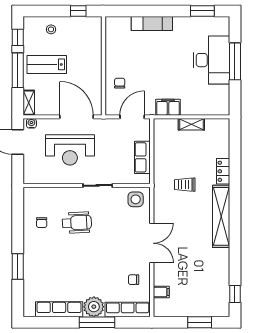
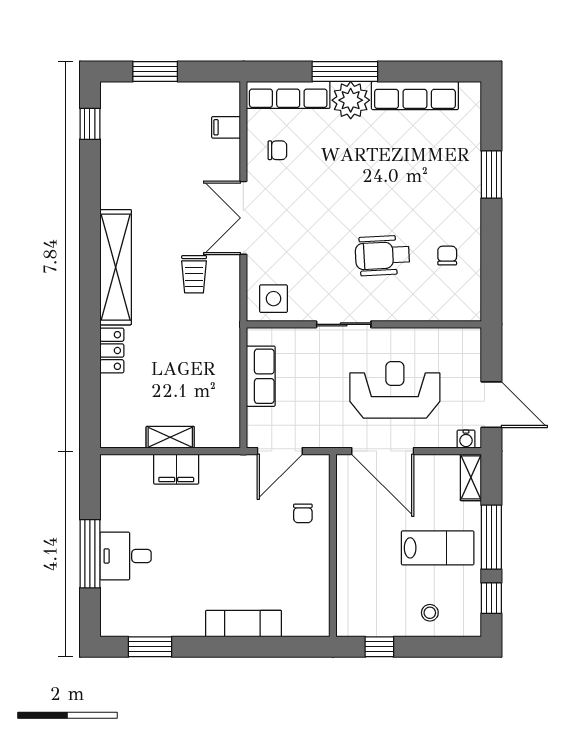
desk: (211, 60) -> (126, 556), width x0.53, depth x0.77
filing cabinet: (168, 107) -> (176, 469), moved
trolley: (185, 185) -> (194, 274), moved, turned 90

